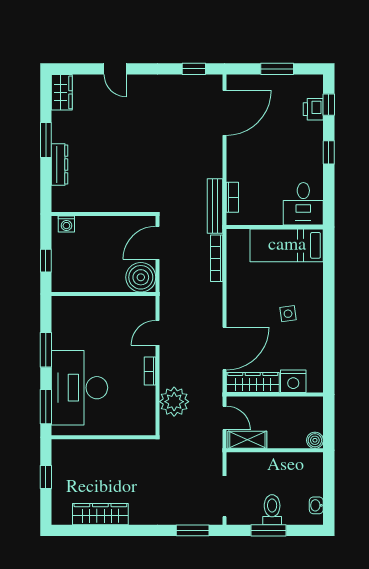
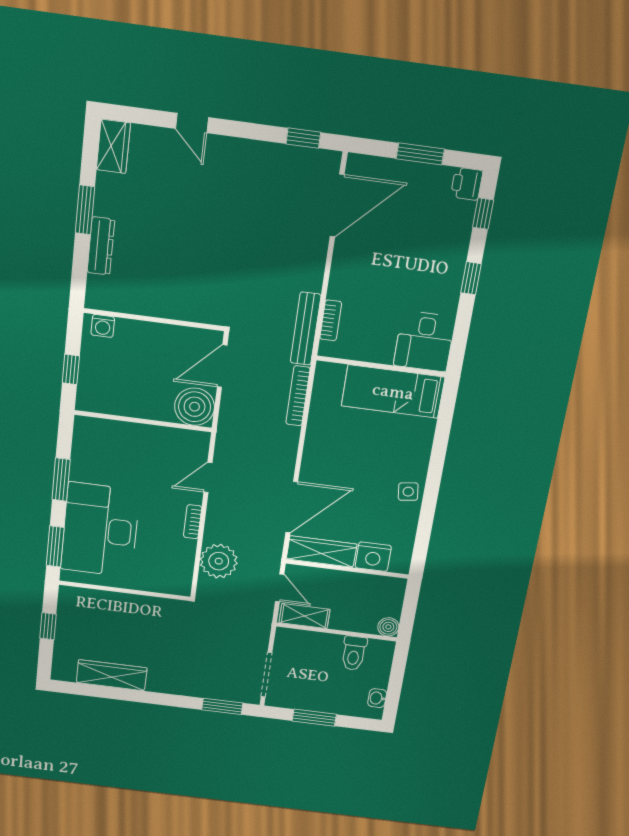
printer: (313, 109) -> (467, 184), moved
side table: (288, 314) -> (408, 492), moved
toilet: (272, 510) -> (354, 653), moved, turned 180

